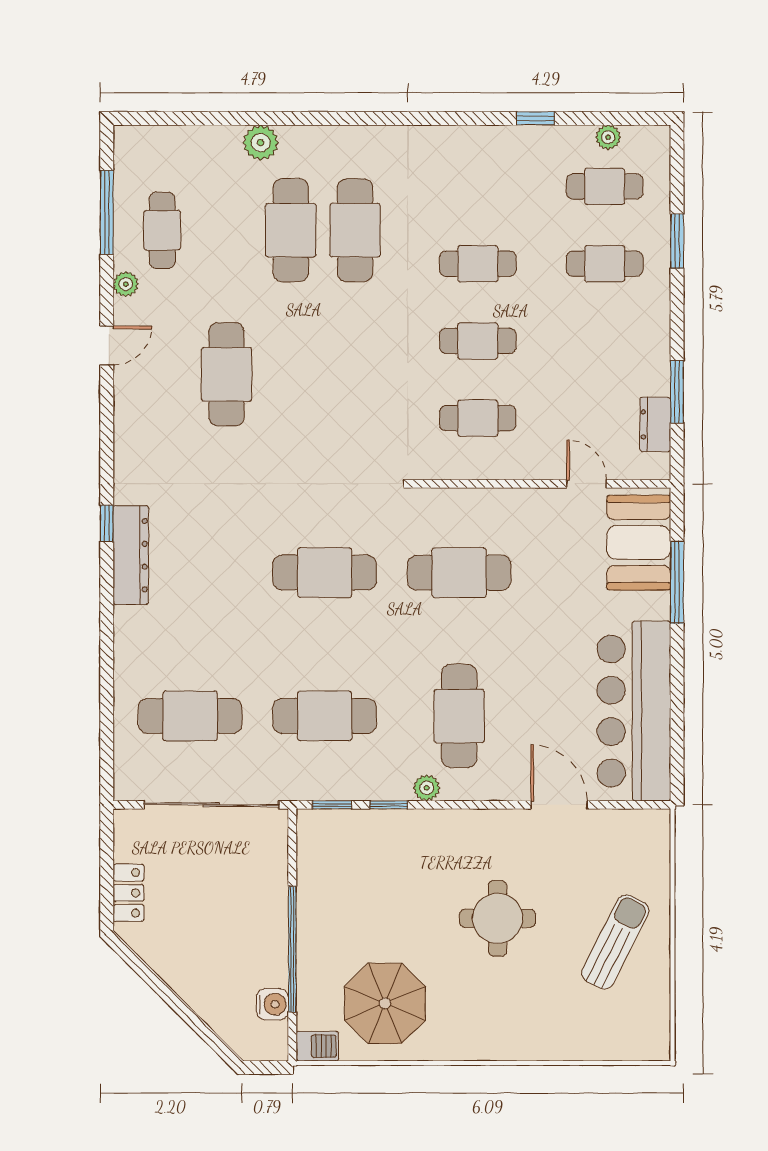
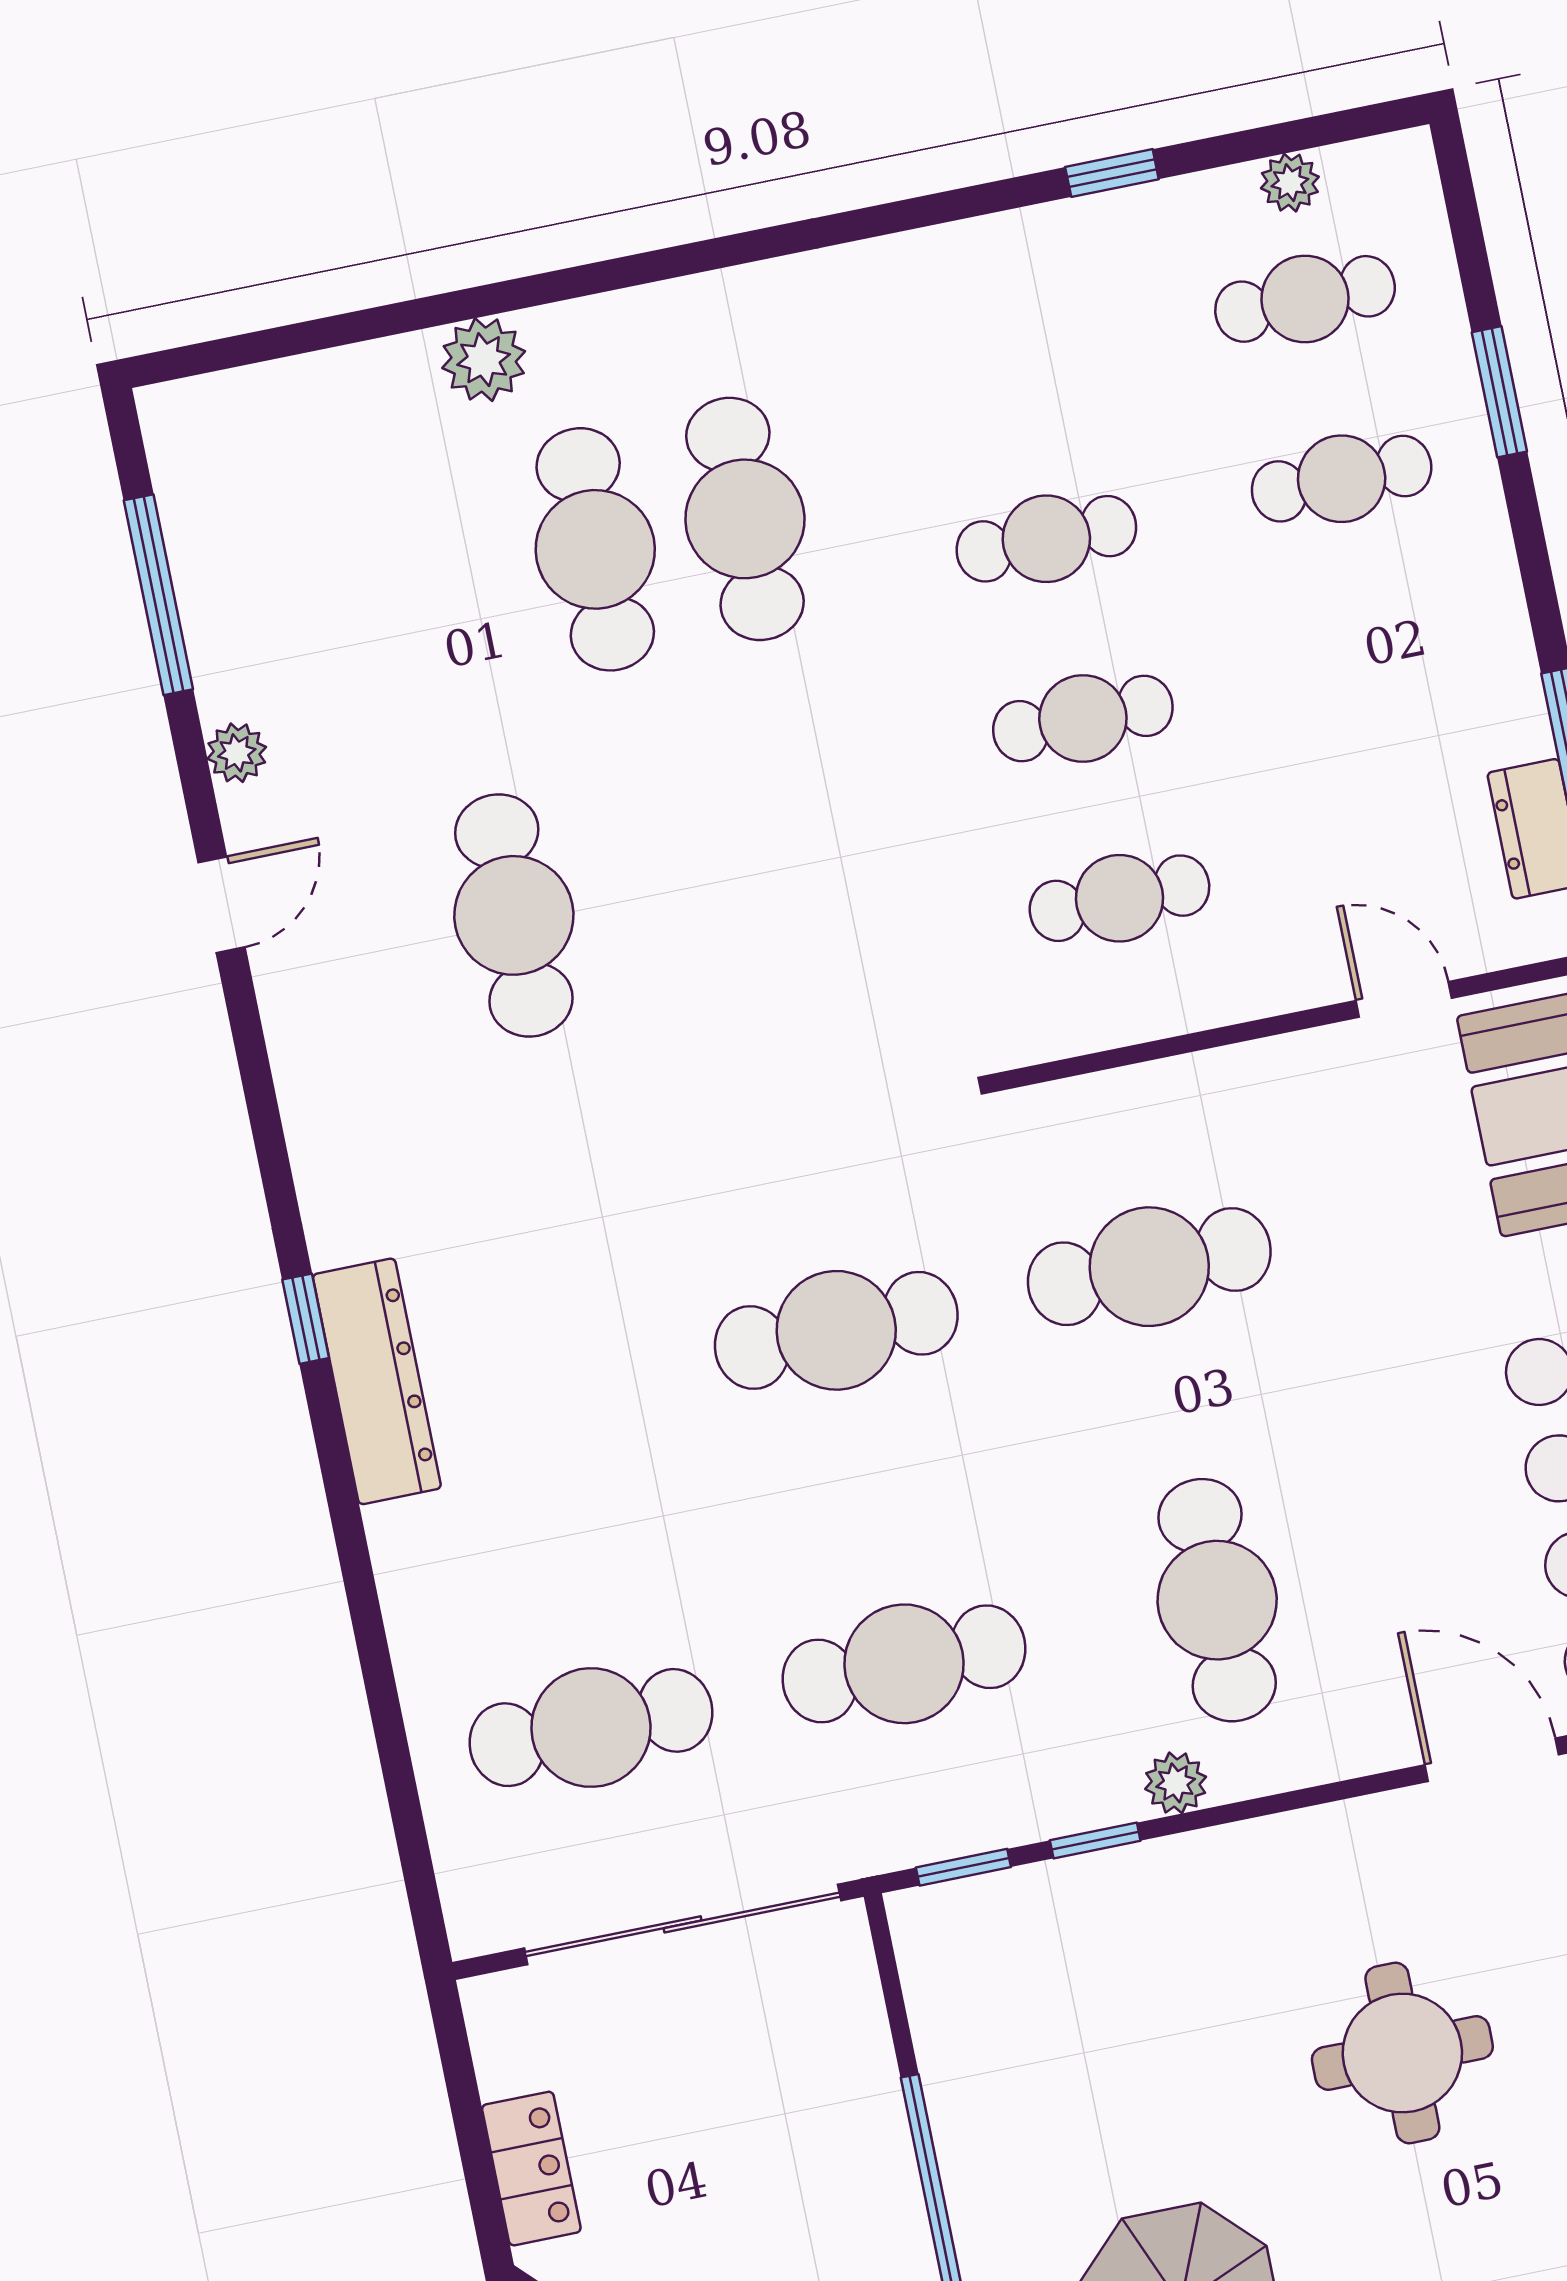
cafe table: (162, 230) -> (296, 610), removed

